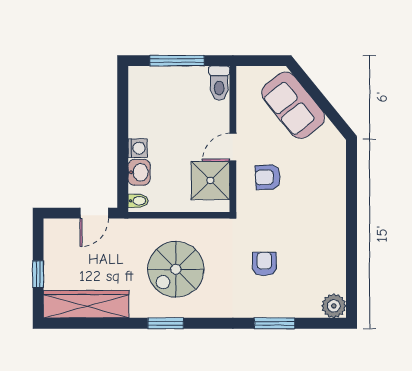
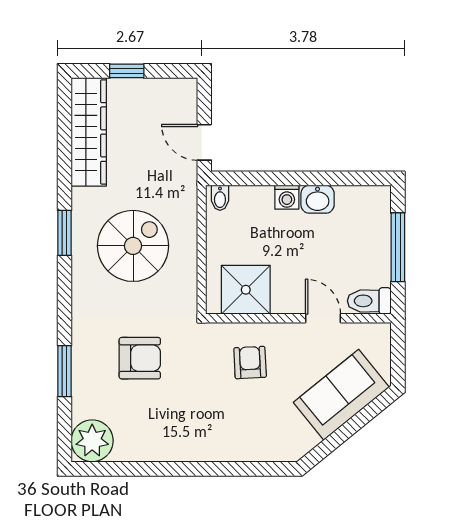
door: (233, 147) -> (323, 318), moved
washbasin: (139, 172) -> (318, 199), moved
armchair: (264, 264) -> (140, 358), width x1.38, depth x1.38
spiral stairs: (176, 269) -> (133, 246), turned 90
plant: (334, 306) -> (92, 441), width x1.36, depth x1.36

